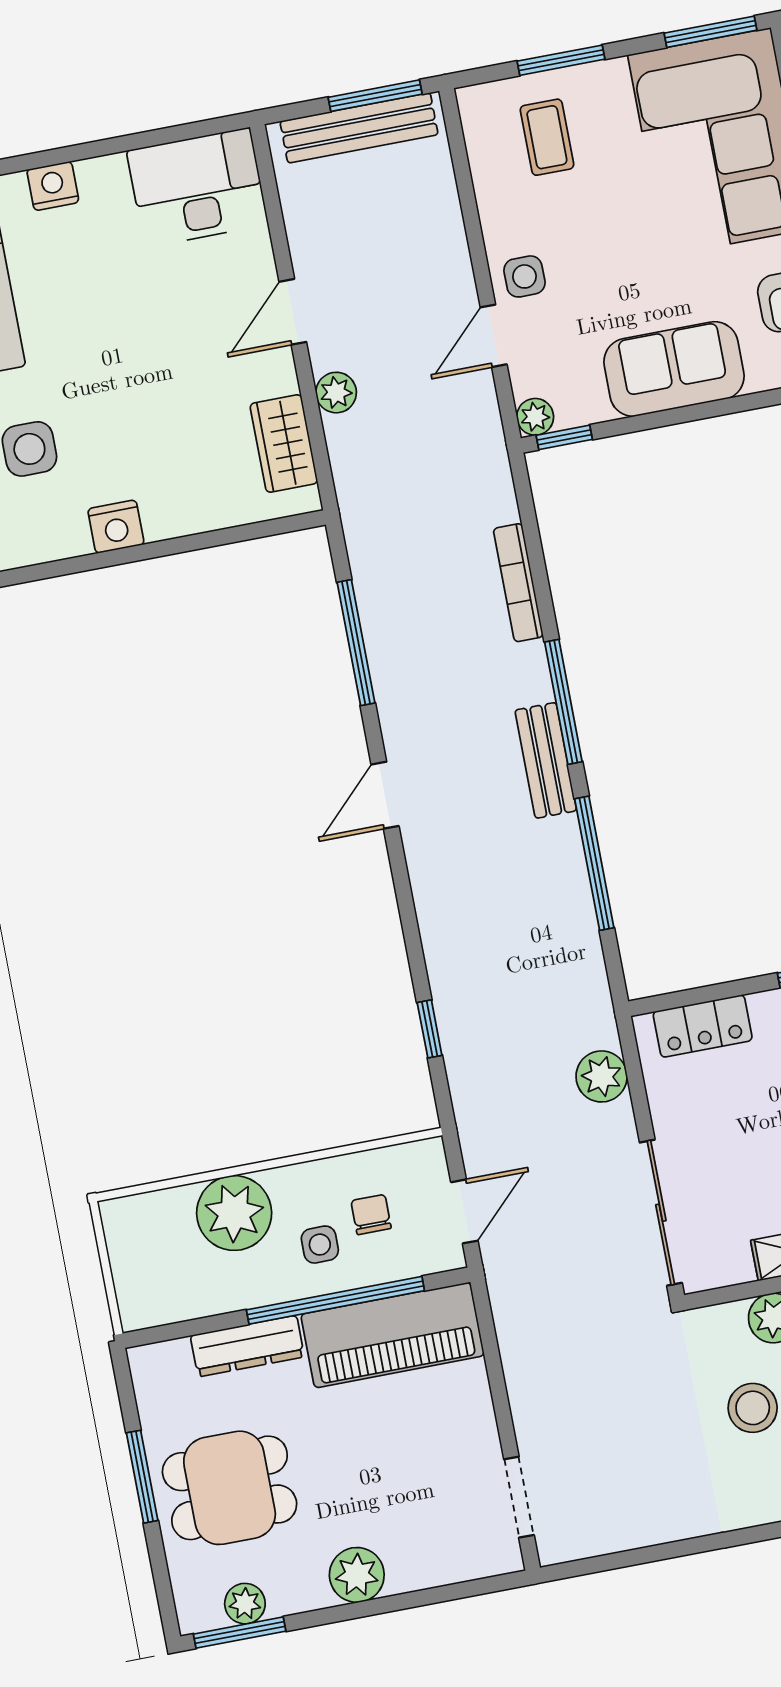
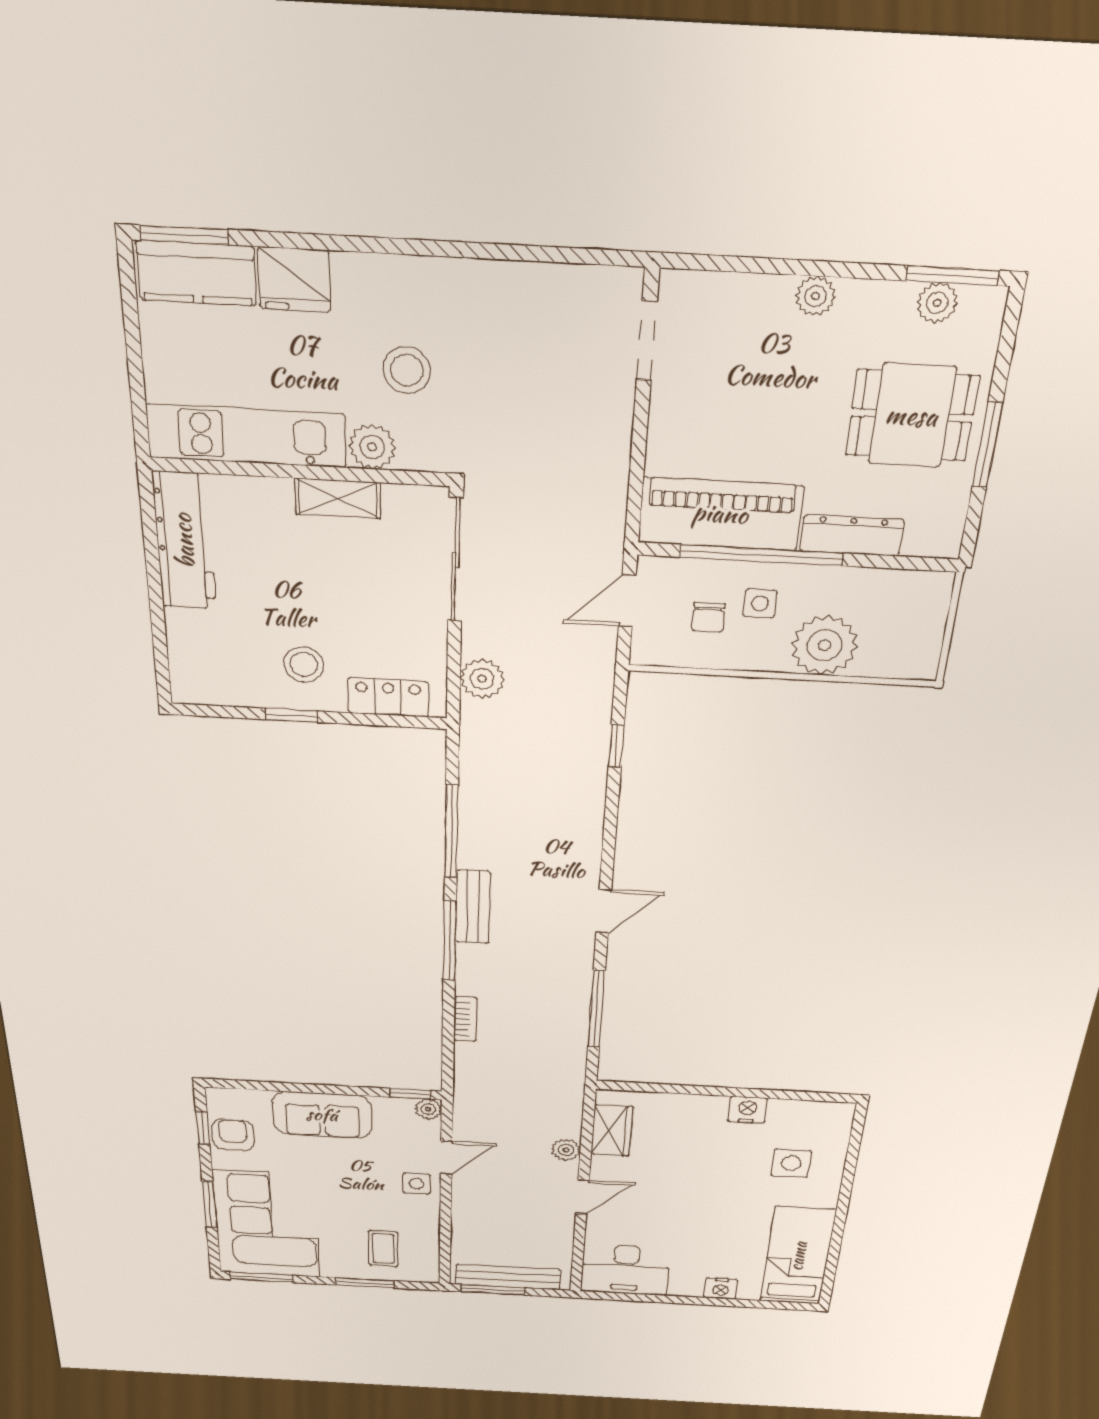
bookcase: (518, 583) -> (465, 1019), width x0.64
plant: (357, 1575) -> (815, 296), width x0.73, depth x0.73

